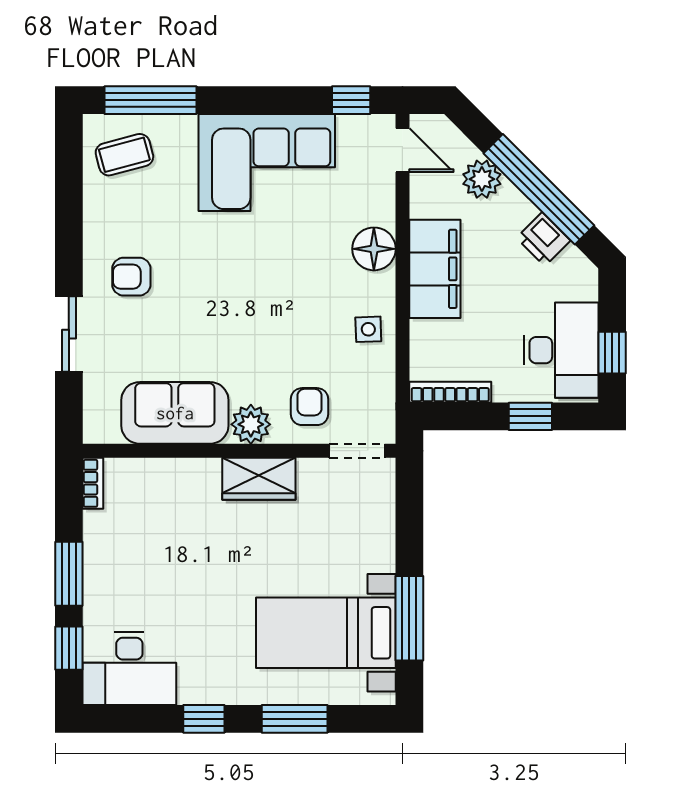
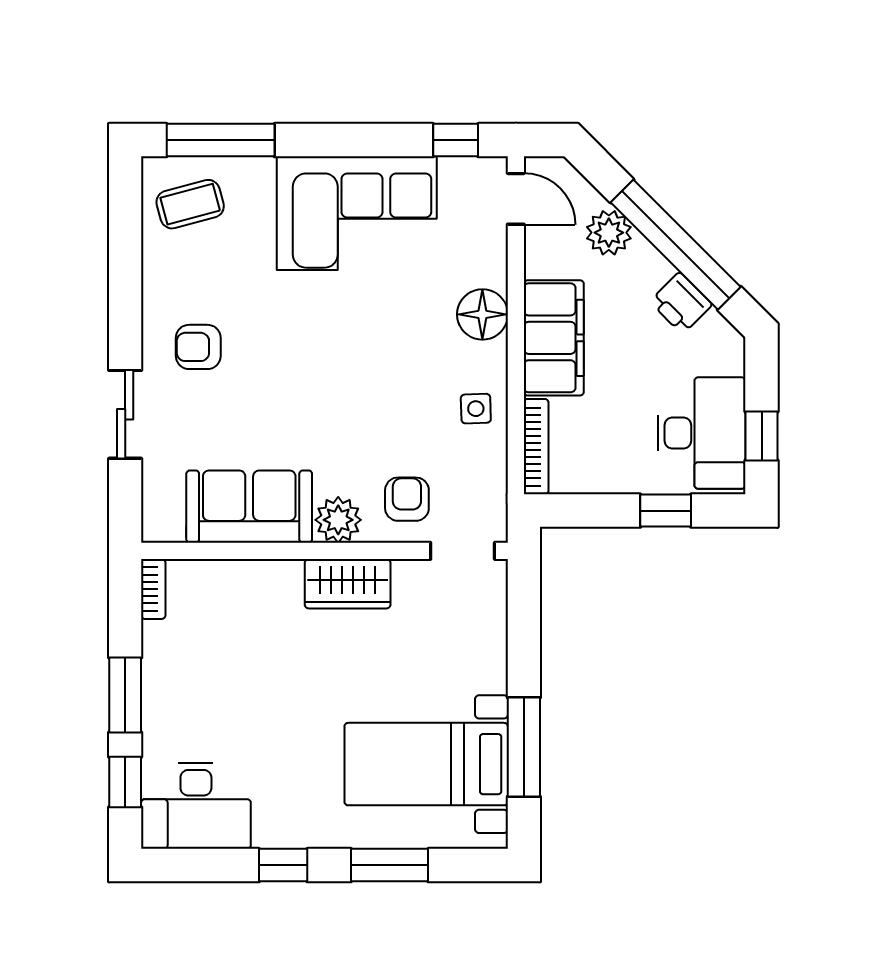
bookcase: (450, 392) -> (536, 447), moved, turned 90

